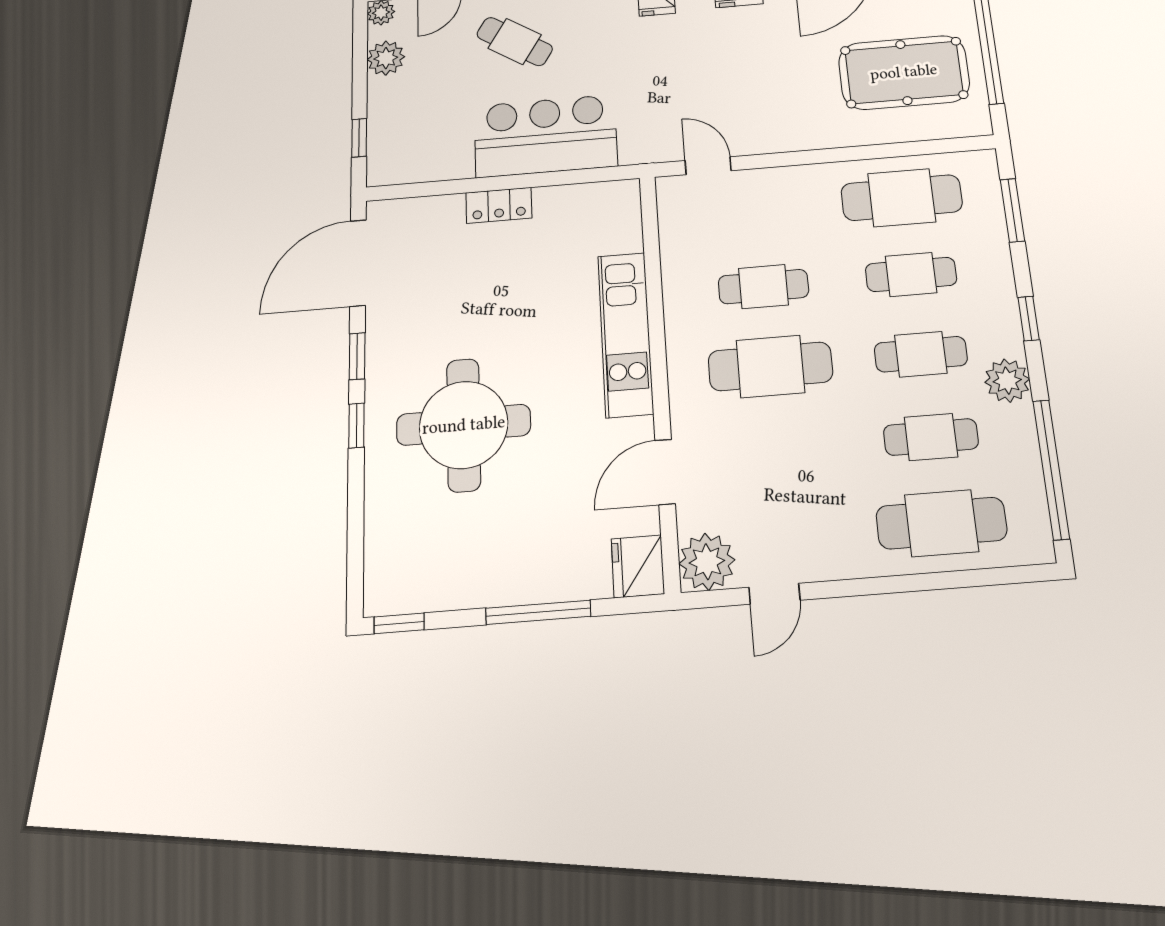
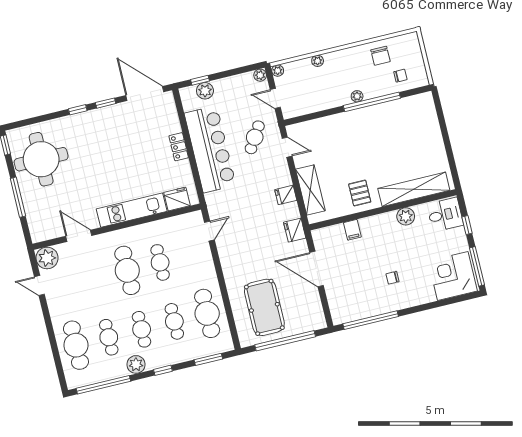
plant: (386, 58) -> (205, 91), moved
bar counter: (546, 136) -> (210, 149), width x1.36
round table: (464, 425) -> (41, 159), moved
fridge: (638, 566) -> (177, 199), moved

